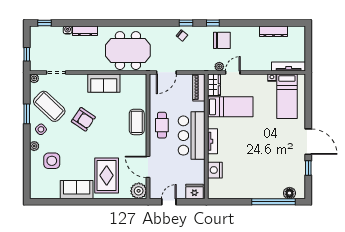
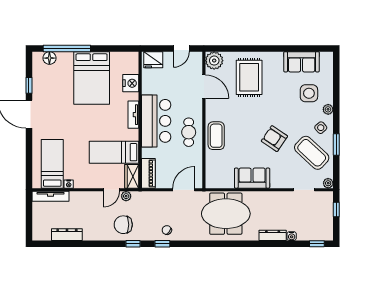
bed: (251, 175) -> (92, 78), added
sofa: (77, 190) -> (302, 62), moved

